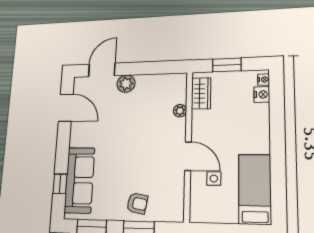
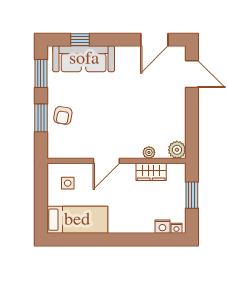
plant: (126, 84) -> (177, 150), moved
wardrobe: (201, 93) -> (151, 172), moved
side table: (214, 179) -> (68, 183), moved

